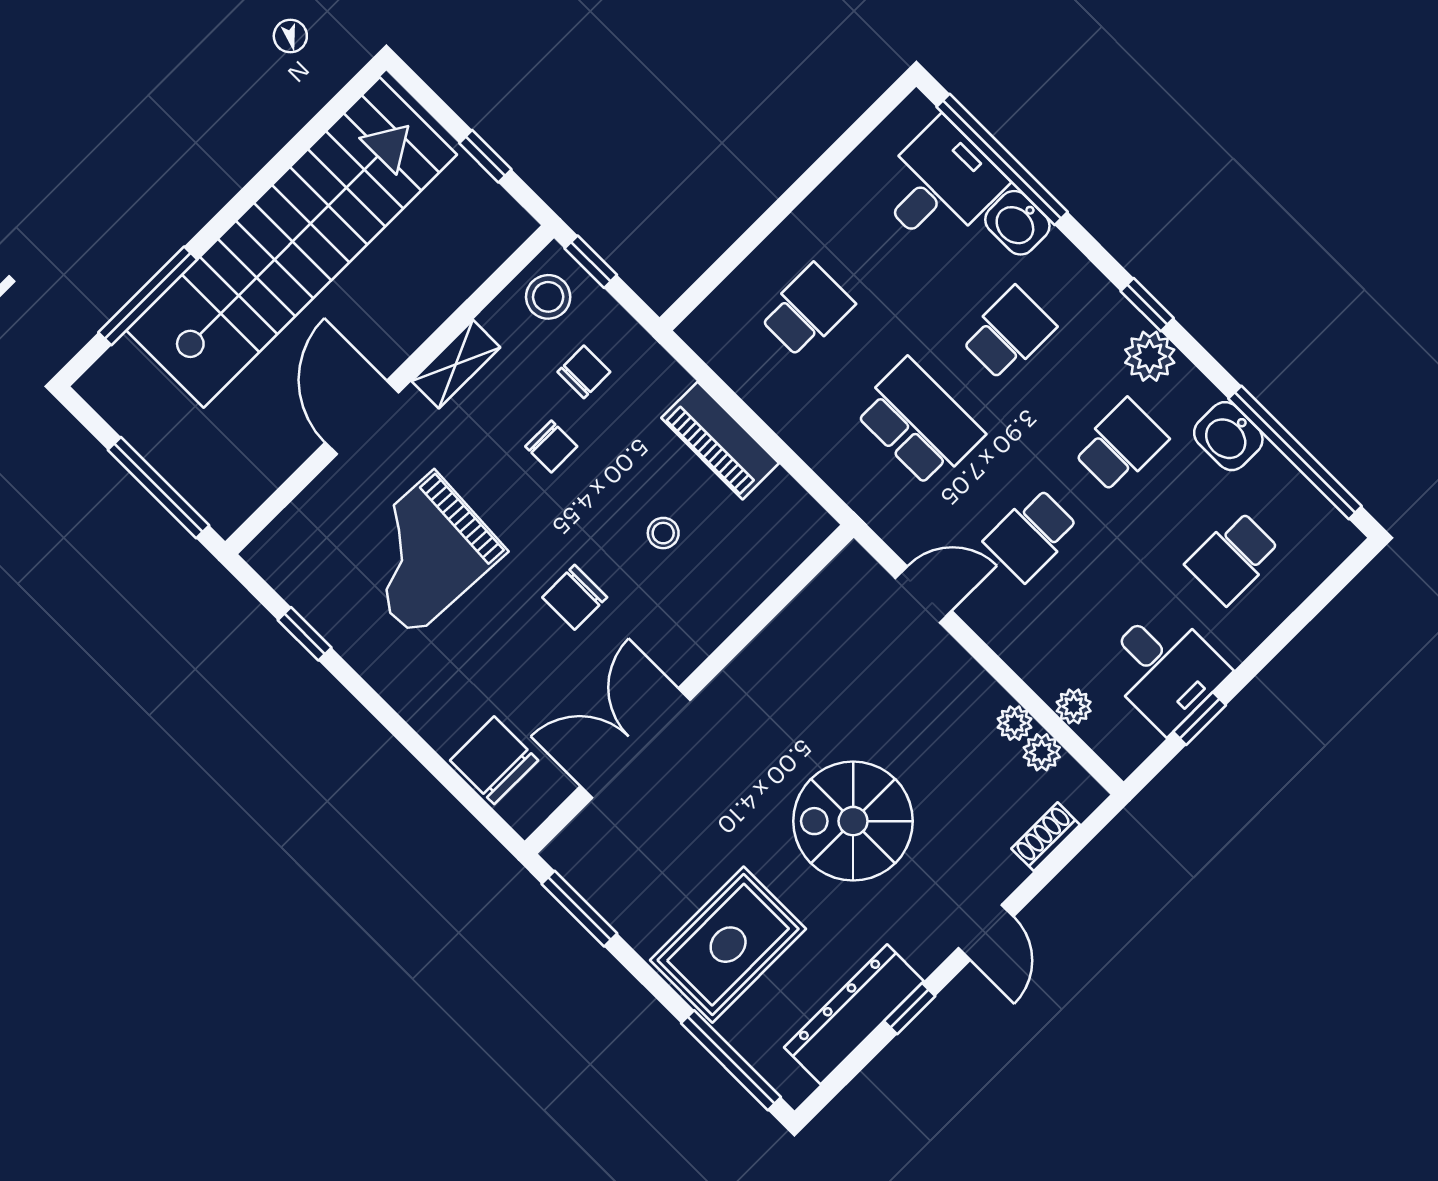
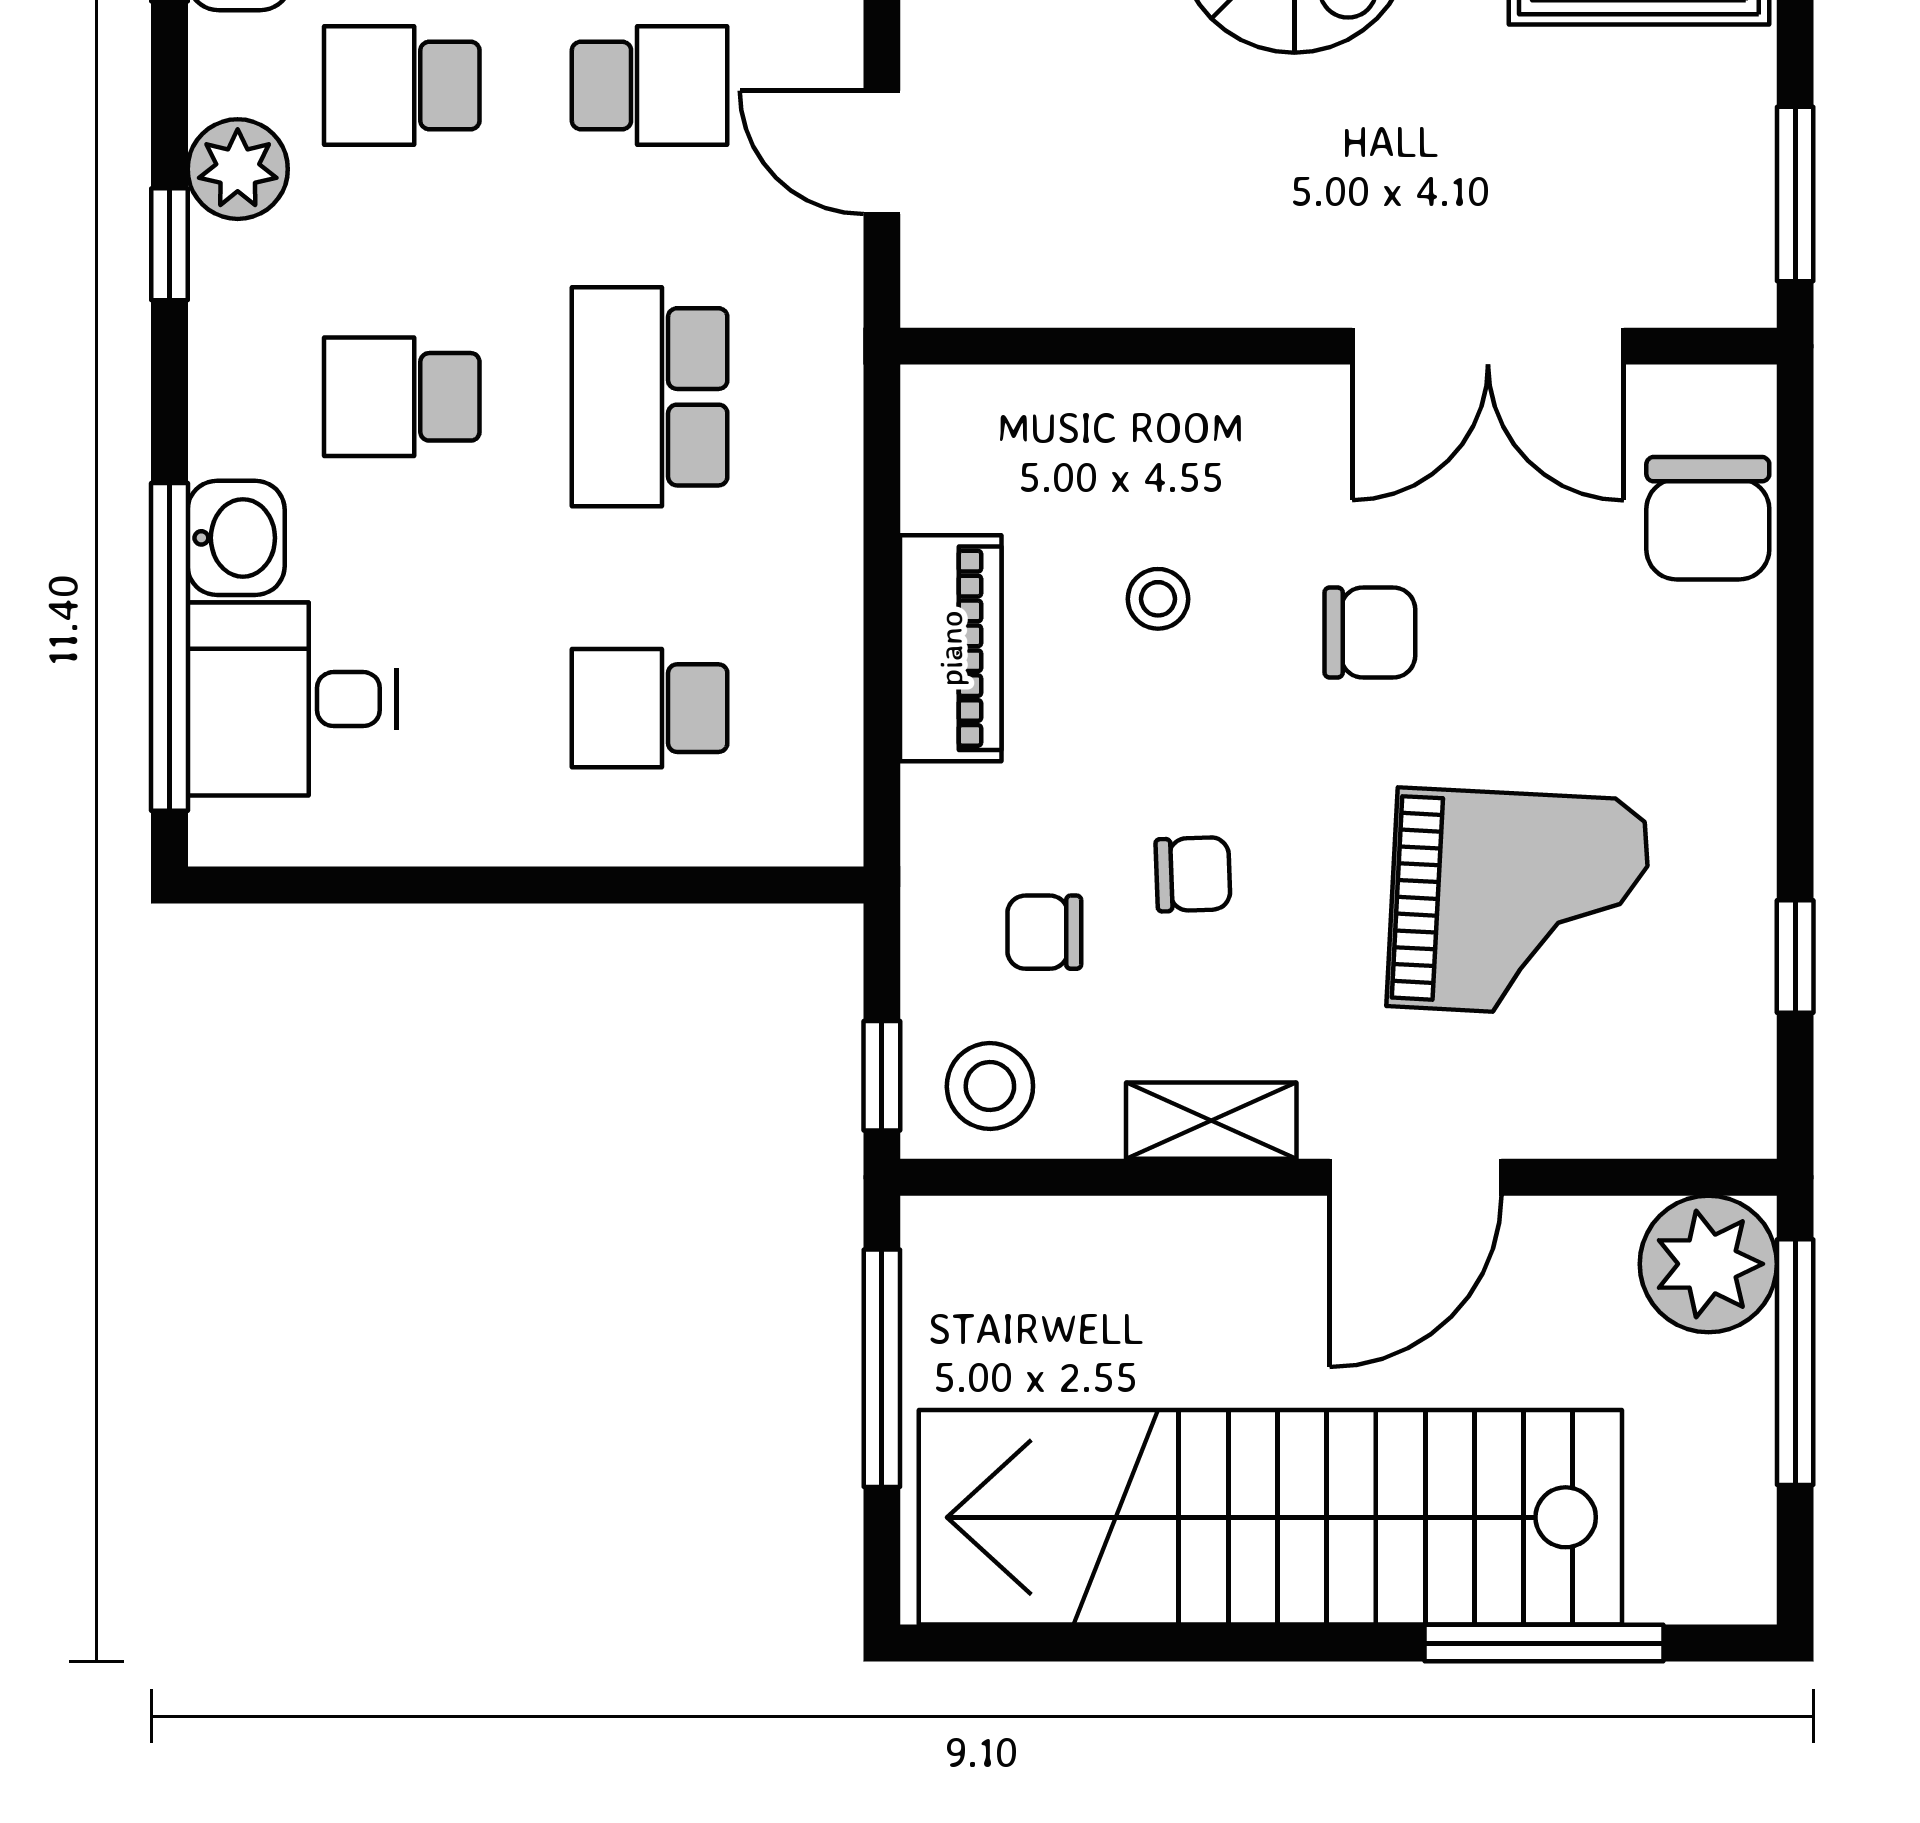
window: (485, 156) -> (882, 1368), width x2.17
chair: (551, 446) -> (1193, 874), turned 88
plant: (225, 492) -> (1708, 1264), added

